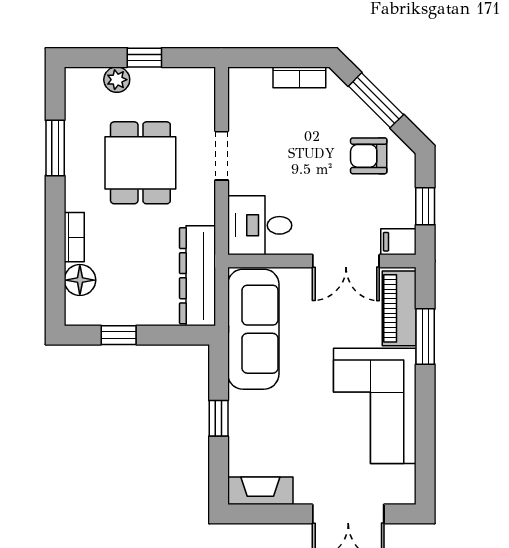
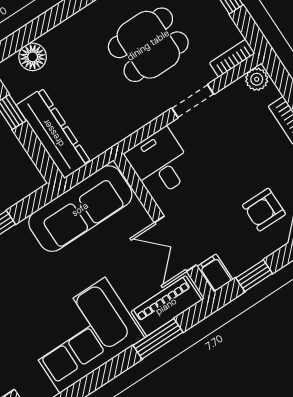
plant: (241, 82) -> (257, 79), added
armchair: (369, 156) -> (264, 210), turned -90
bookcase: (74, 237) -> (232, 58), moved, turned 180
dresser: (198, 276) -> (53, 133), moved, turned 90

